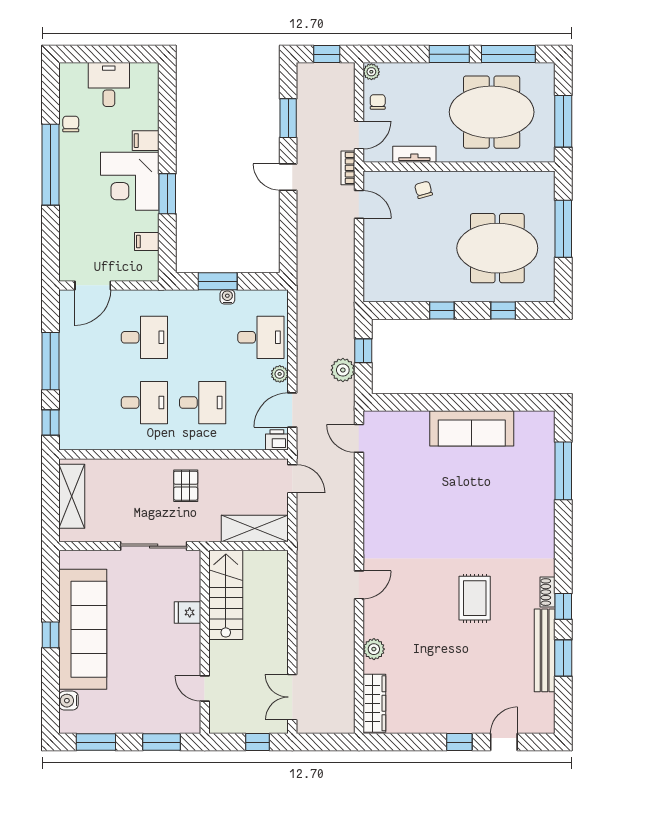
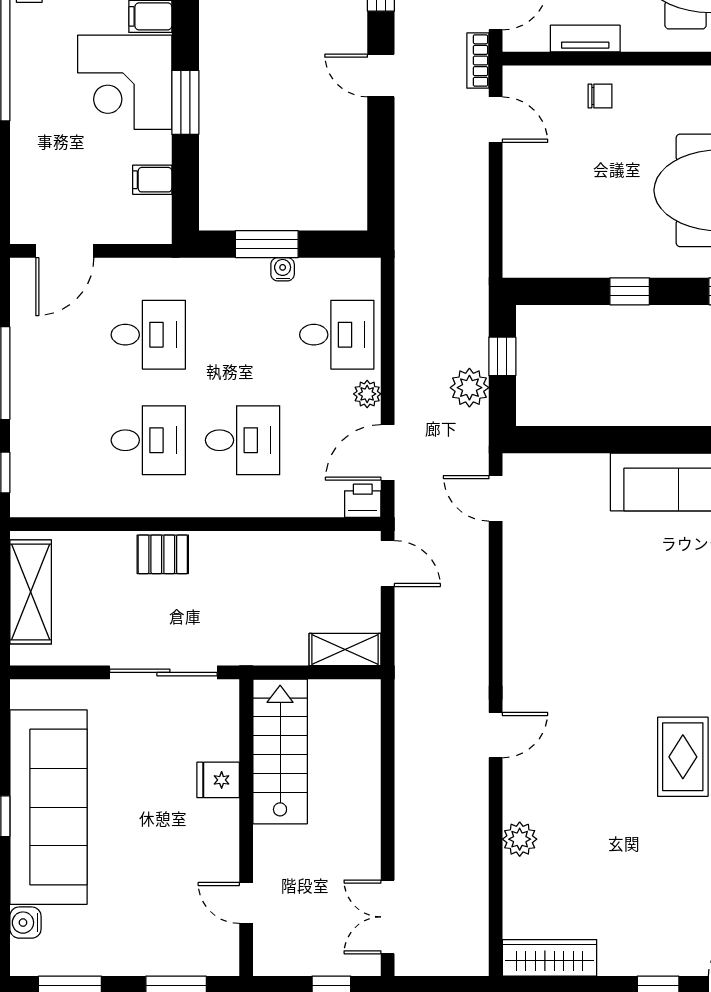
chair: (423, 190) -> (600, 96), turned 106
pallet: (186, 486) -> (163, 554), moved, turned 90
shelving: (255, 529) -> (345, 650), width x0.67, depth x0.75
wardrobe: (374, 703) -> (550, 958), moved, turned -90

